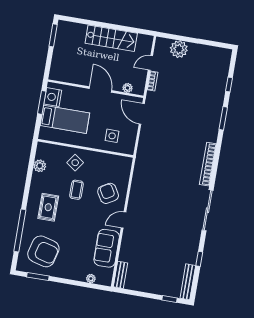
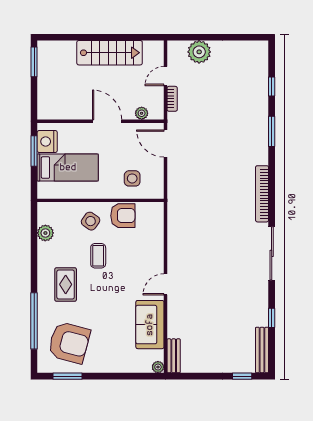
armchair: (108, 193) -> (123, 216), moved, turned 121
plant: (91, 278) -> (158, 367), moved

